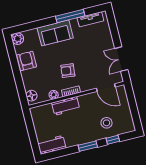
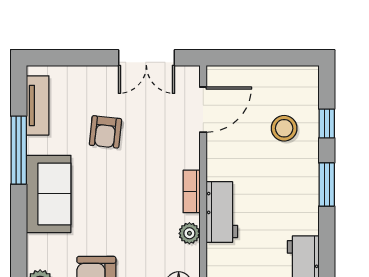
armchair: (68, 71) -> (105, 132), moved

